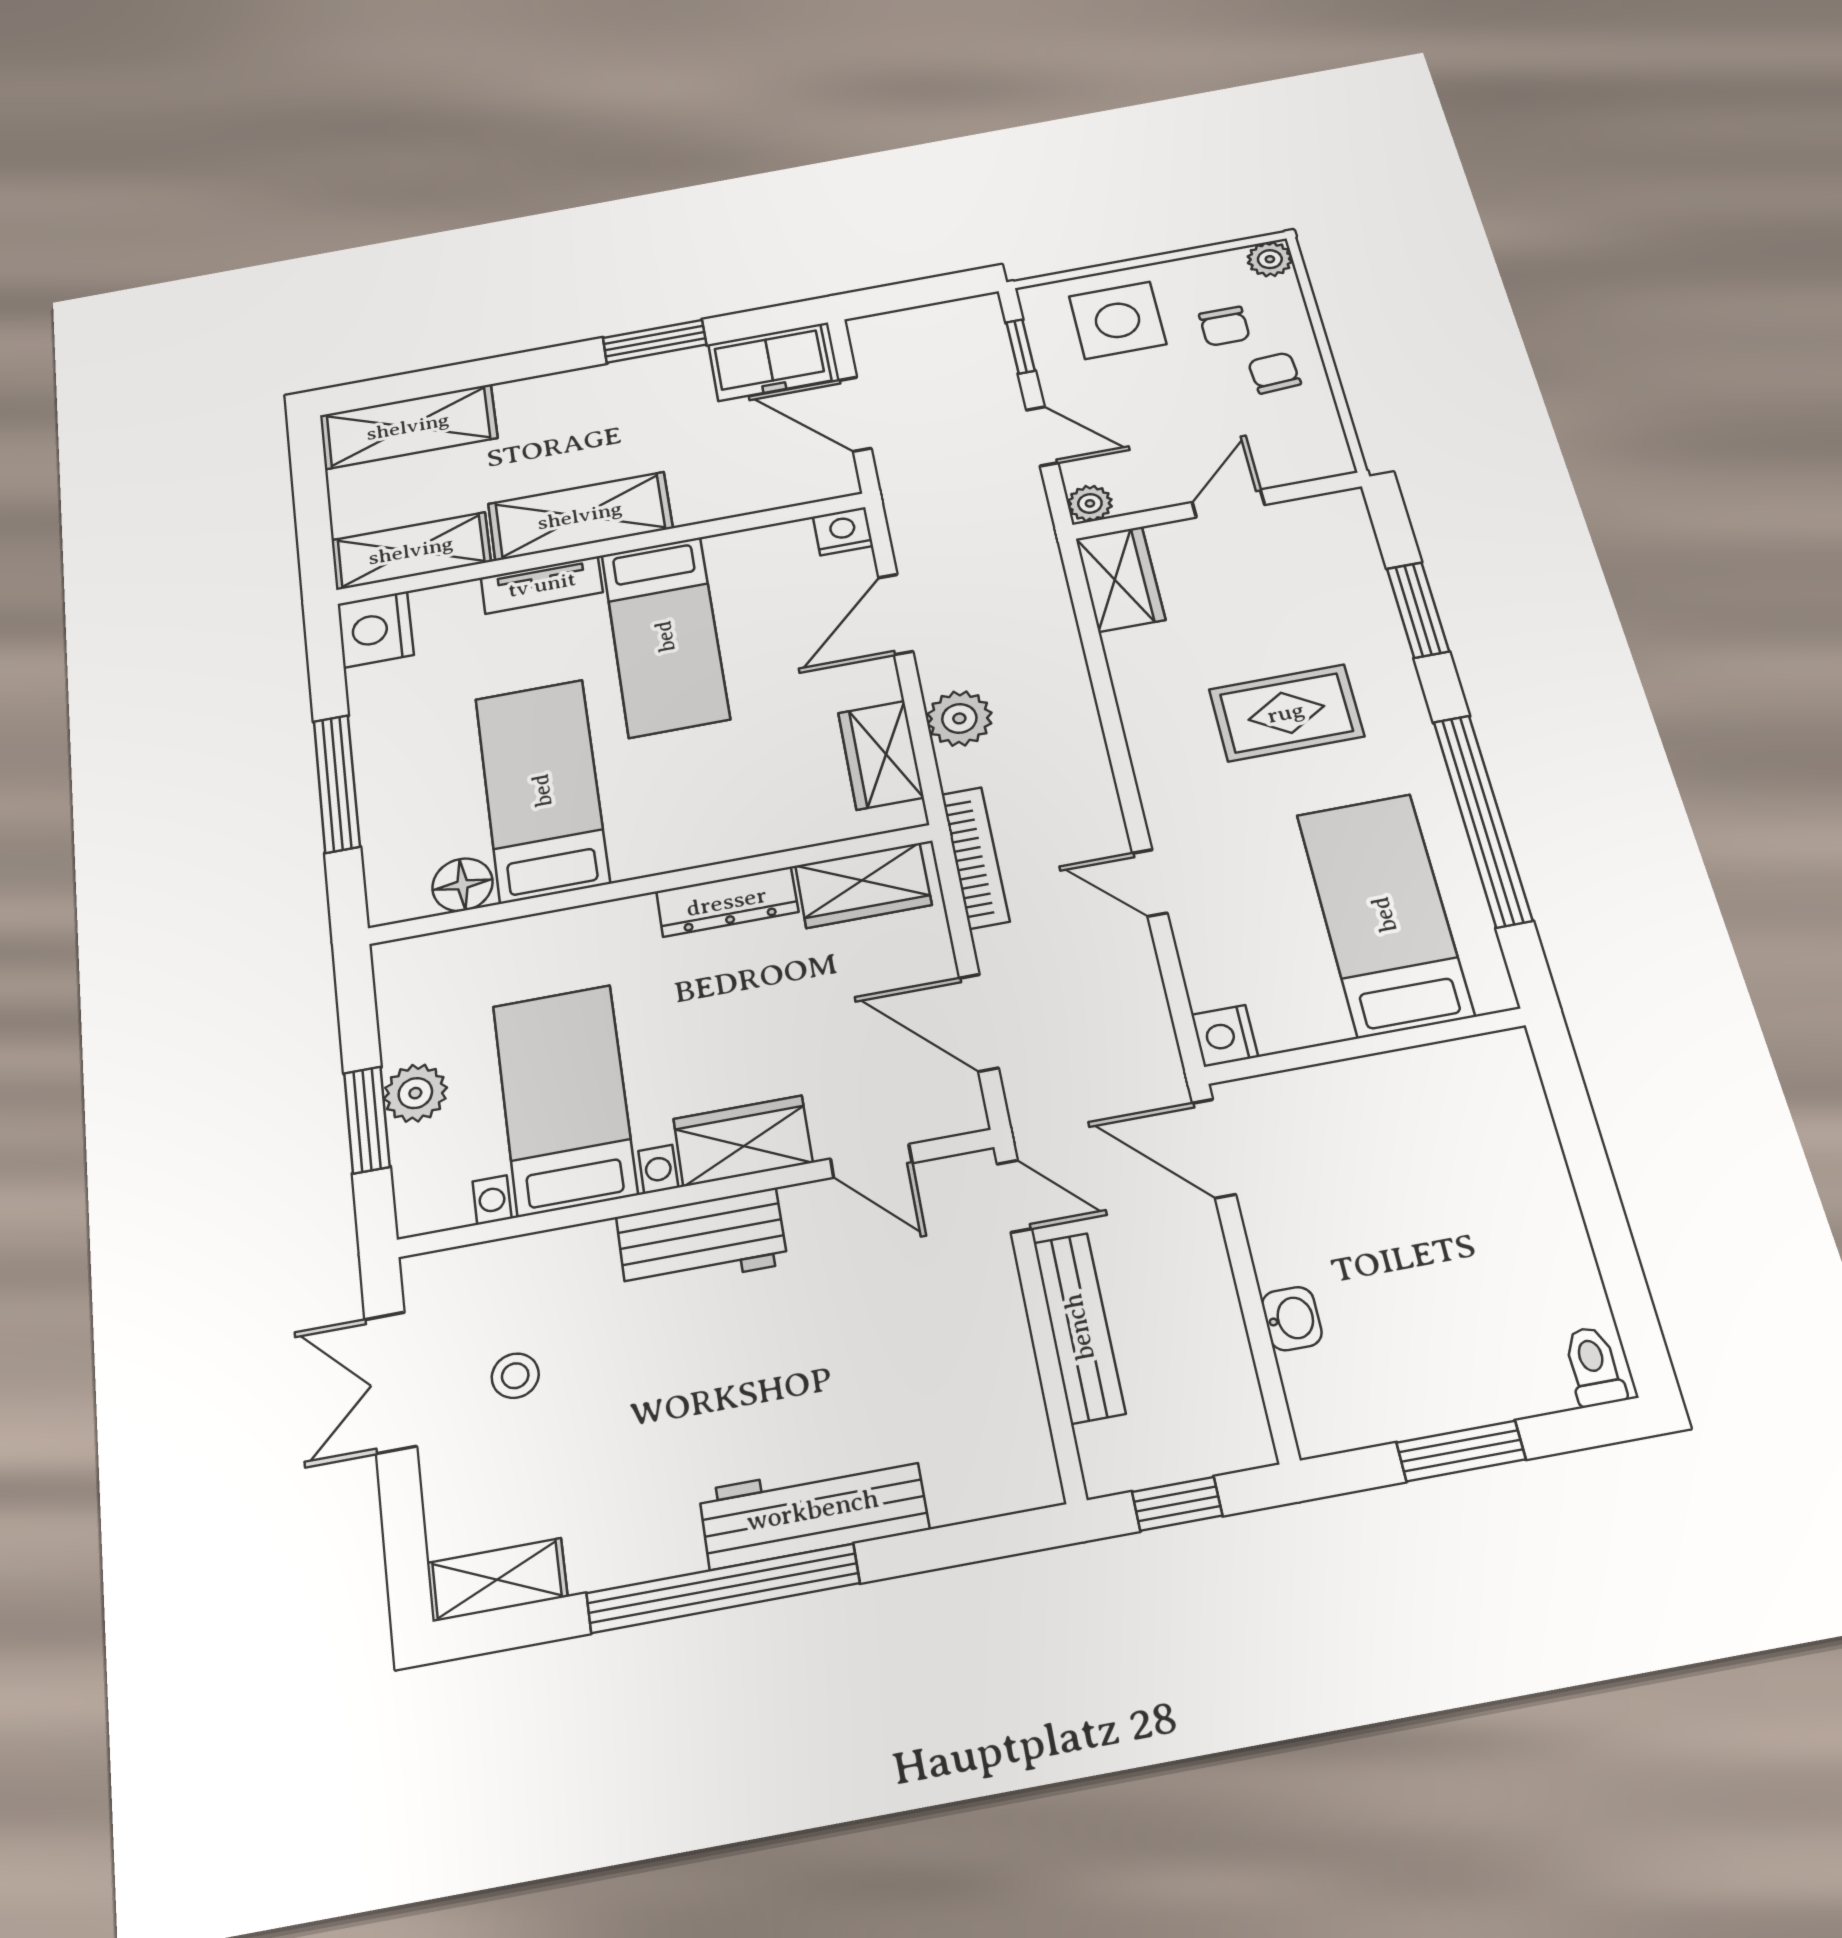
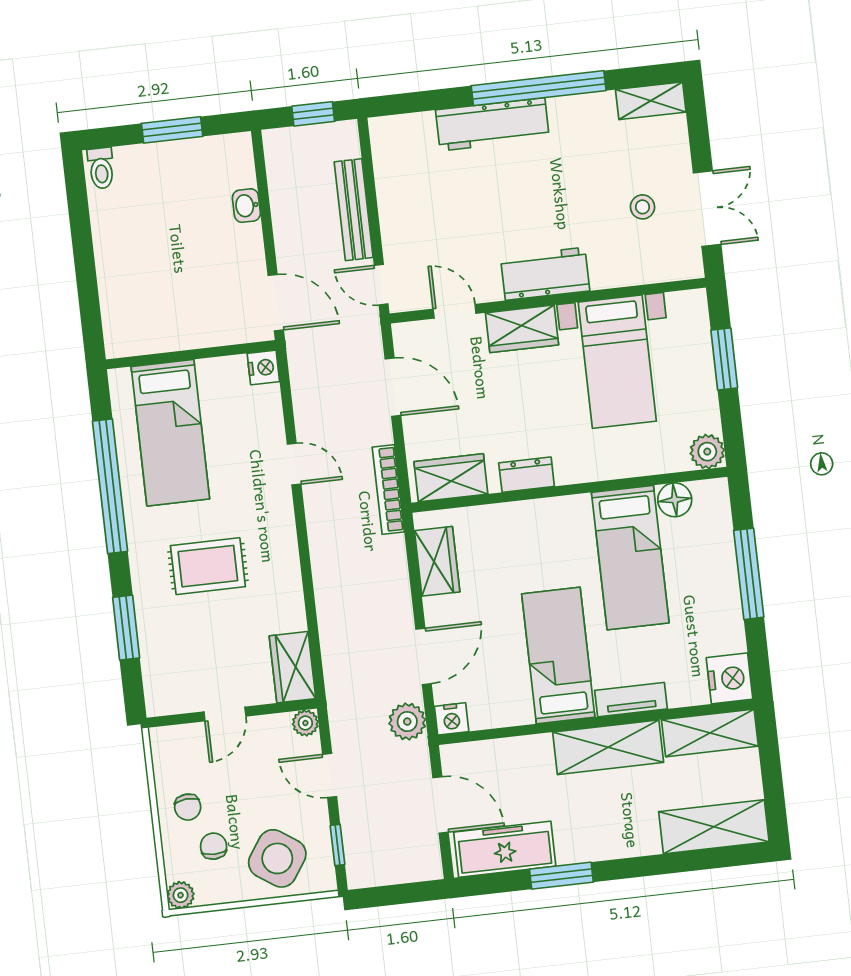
side table: (1117, 320) -> (277, 858), turned 34
freezer: (770, 362) -> (505, 849), width x1.40
plant: (959, 718) -> (407, 722), moved
dresser: (727, 902) -> (527, 475), width x0.70
plant: (415, 1093) -> (707, 452), moved

